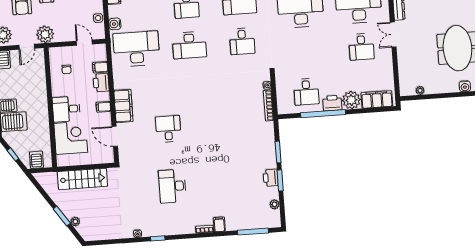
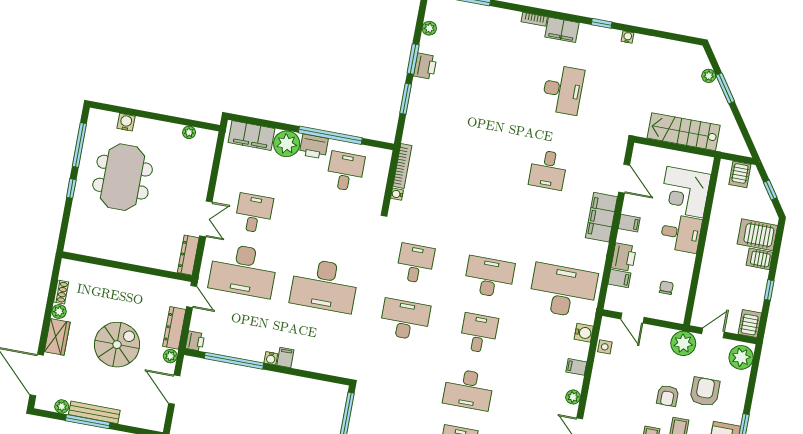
desk: (136, 49) -> (563, 291), turned 180
filing cabinet: (219, 224) -> (562, 30), moved, width x2.00

